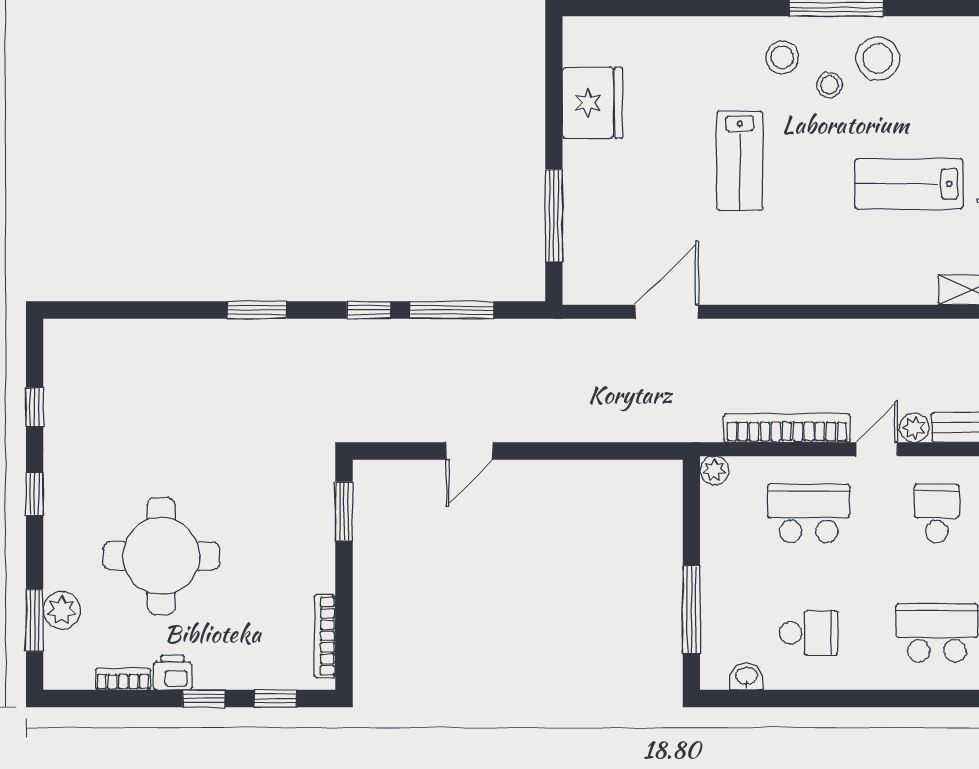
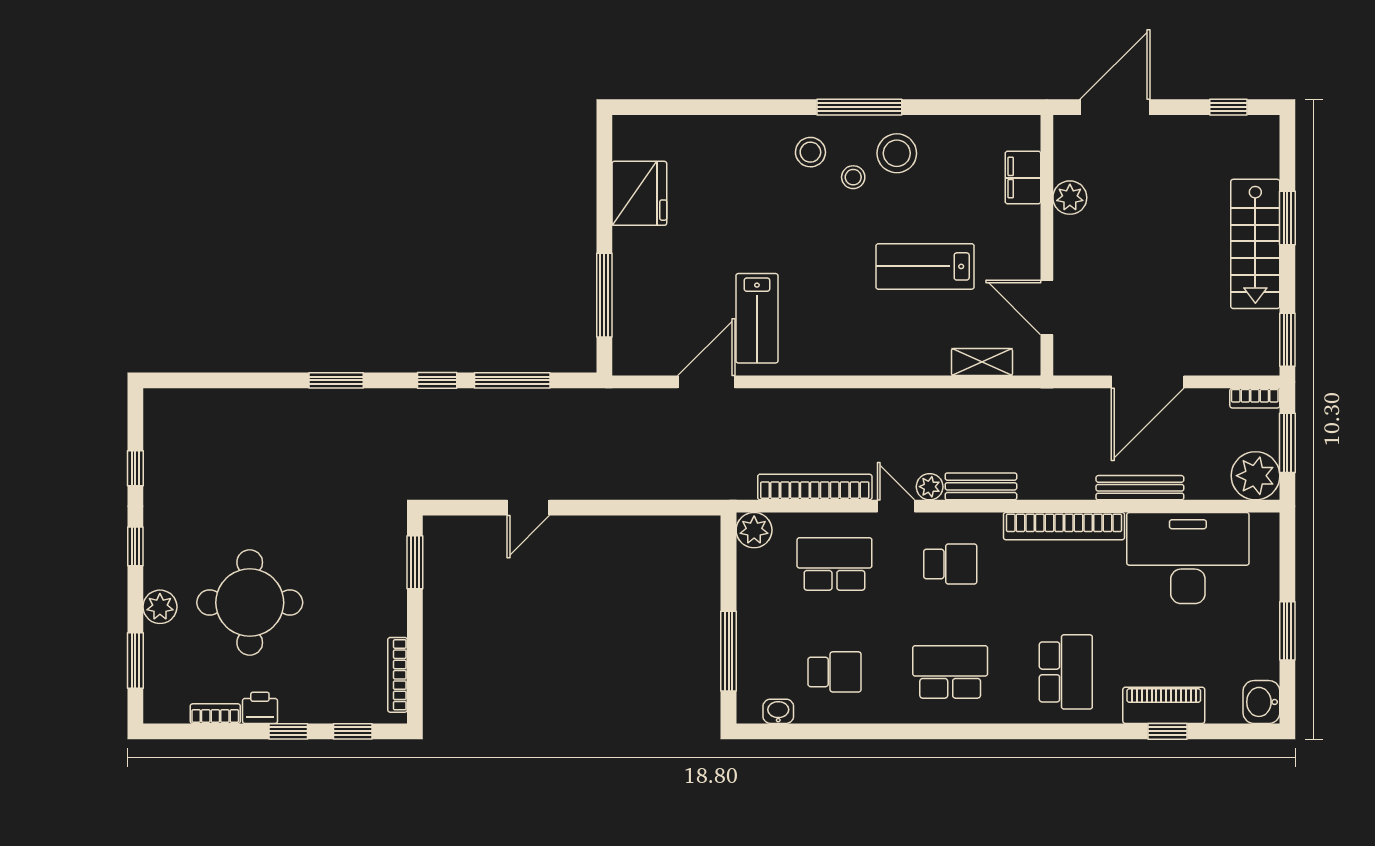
lab bench: (740, 161) -> (757, 318), moved
door: (877, 449) -> (896, 506), hinge flipped
plant: (714, 470) -> (754, 530), width x1.38, depth x1.38
school desk: (937, 513) -> (950, 564), turned 90
plant: (62, 610) -> (160, 607), moved

